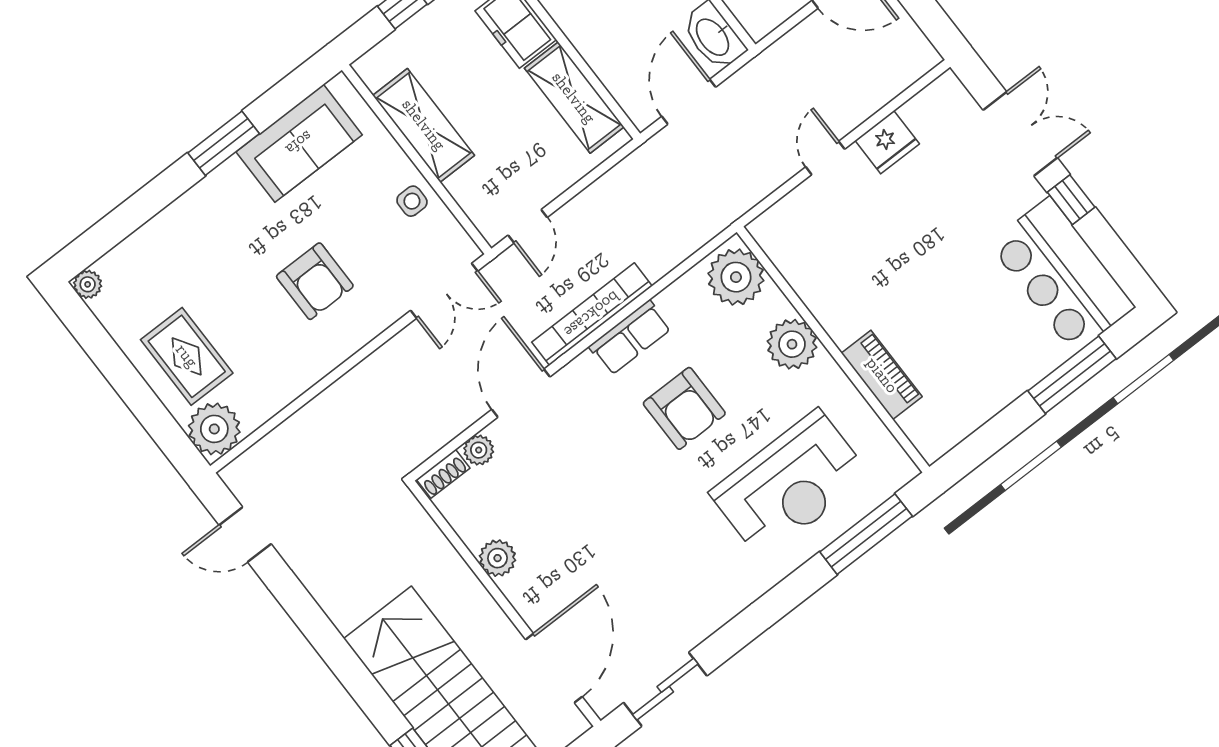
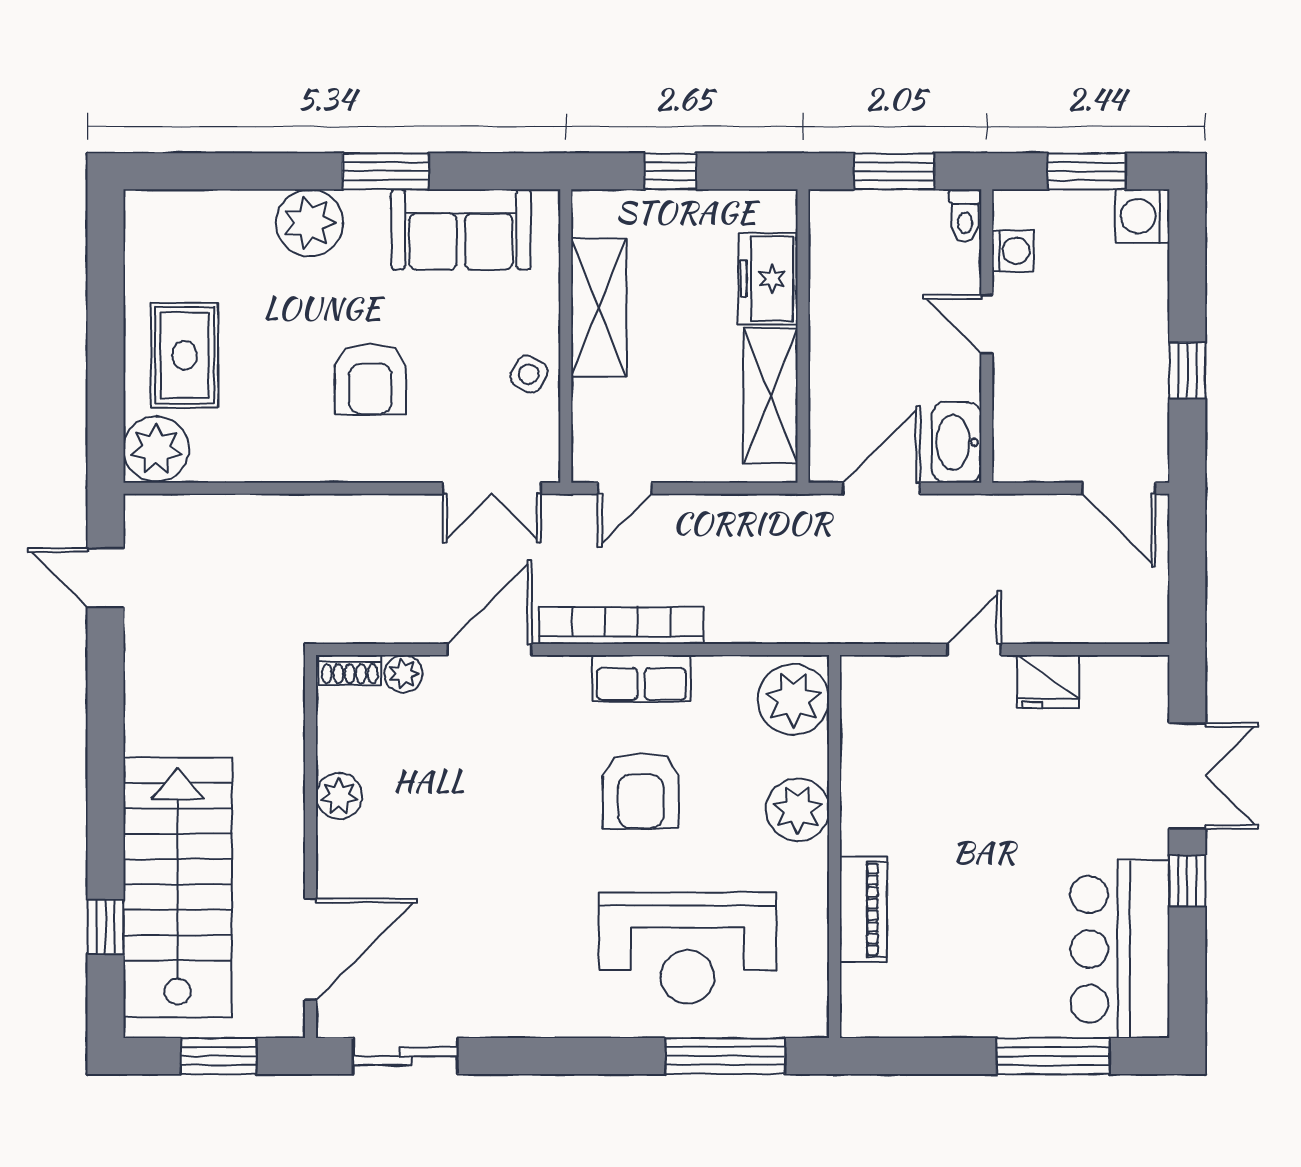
side table: (412, 201) -> (529, 374), turned 30
plant: (88, 284) -> (309, 223), moved, width x1.87, depth x1.87

